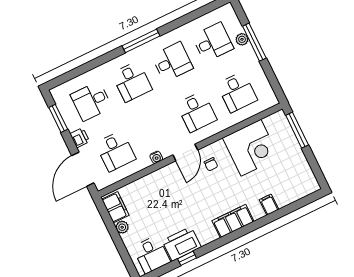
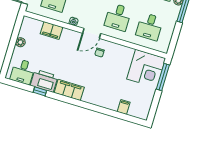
corner desk: (251, 148) -> (146, 69), moved
filing cabinet: (269, 205) -> (124, 107), moved
filing cabinet: (115, 207) -> (51, 30), moved, turned 90
filing cabinet: (233, 221) -> (69, 90), moved

